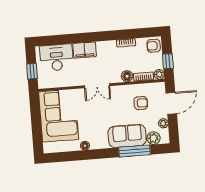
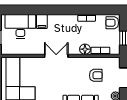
filing cabinet: (84, 50) -> (42, 21), width x0.50
plant: (159, 74) -> (115, 50), removed
double door: (97, 86) -> (56, 56), swing flipped

